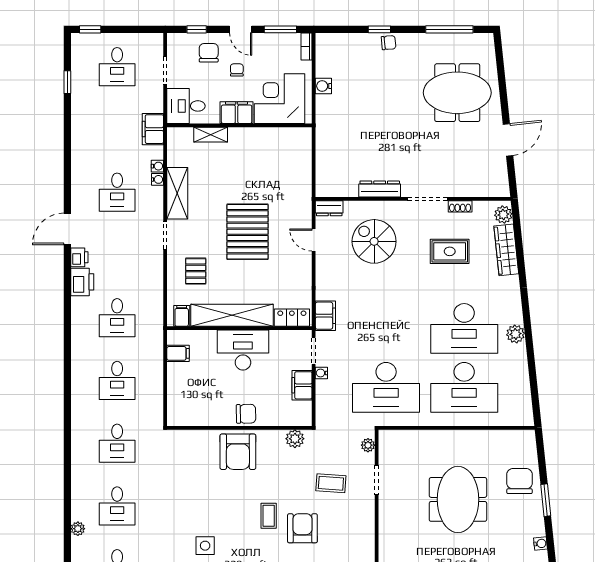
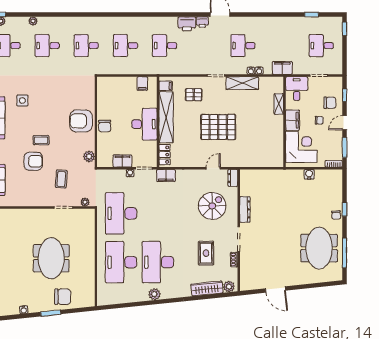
meeting table: (457, 93) -> (319, 248), moved
meeting table: (458, 499) -> (51, 258), turned 90

